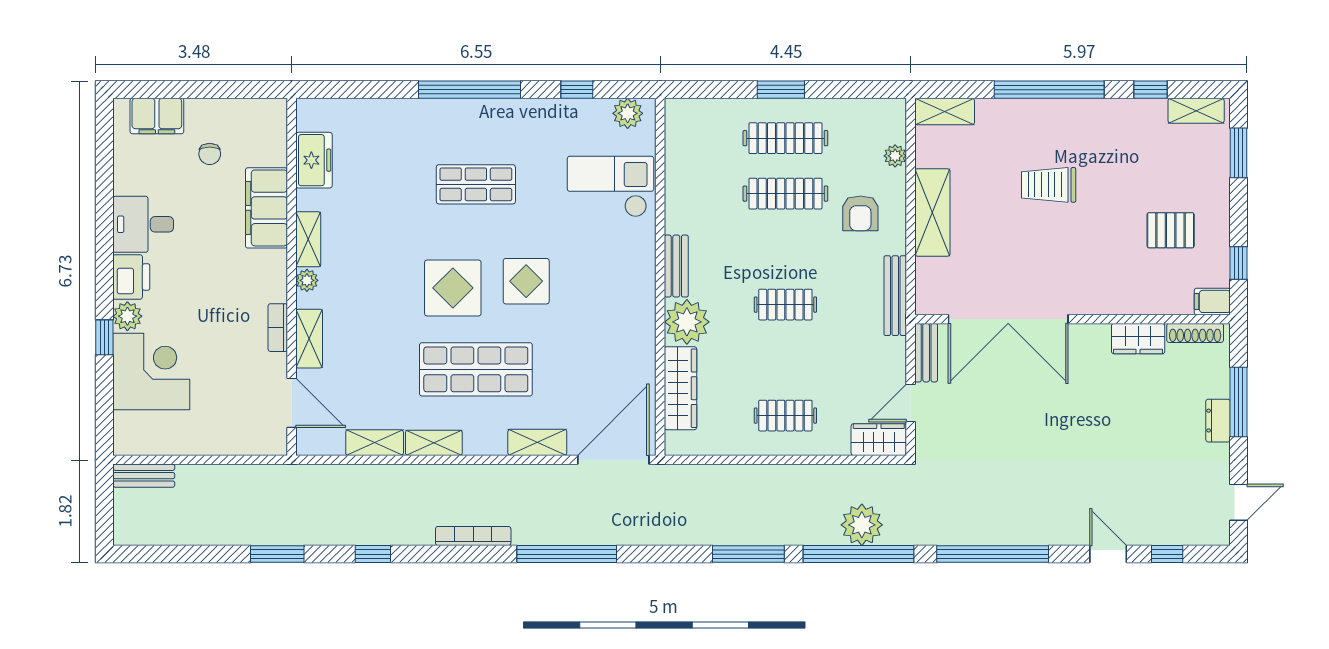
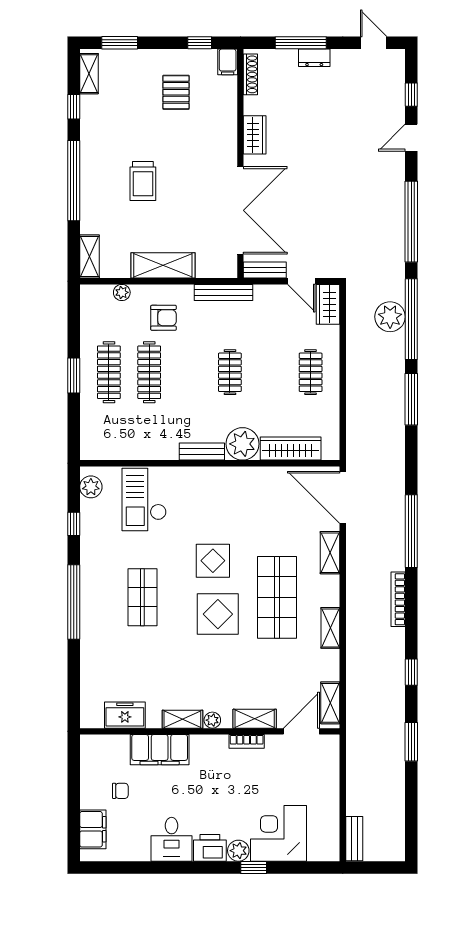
wardrobe: (1138, 339) -> (255, 135), moved
shelving: (375, 443) -> (330, 703), moved

